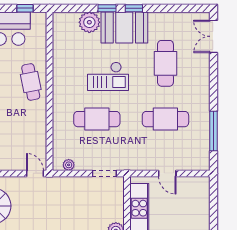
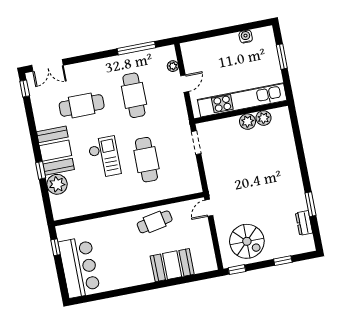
window: (134, 8) -> (25, 89), moved
cafe table: (31, 82) -> (155, 222), moved
plant: (69, 165) -> (173, 66), moved

